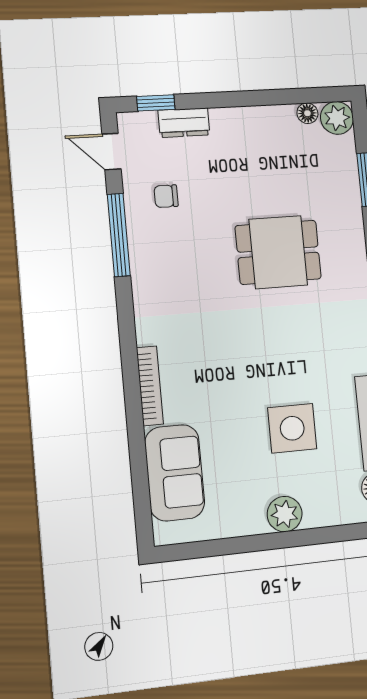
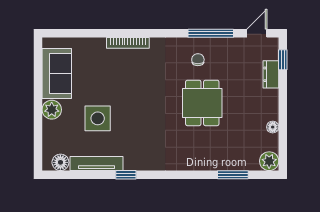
floor lamp: (307, 113) -> (273, 127), moved
chair: (166, 196) -> (198, 60), moved
dining table: (278, 252) -> (202, 103), moved
sofa: (175, 473) -> (57, 74), moved, turned -90

